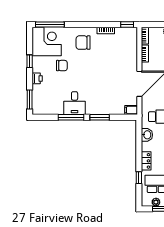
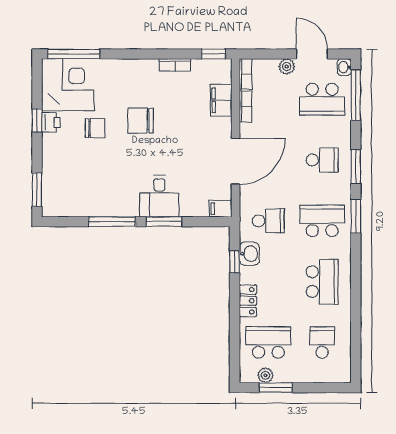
chair: (83, 43) -> (141, 120), moved
filing cabinet: (131, 50) -> (221, 100), added
printer: (37, 78) -> (51, 122), moved
desk: (75, 103) -> (159, 196), moved
window: (139, 178) -> (235, 262), moved

